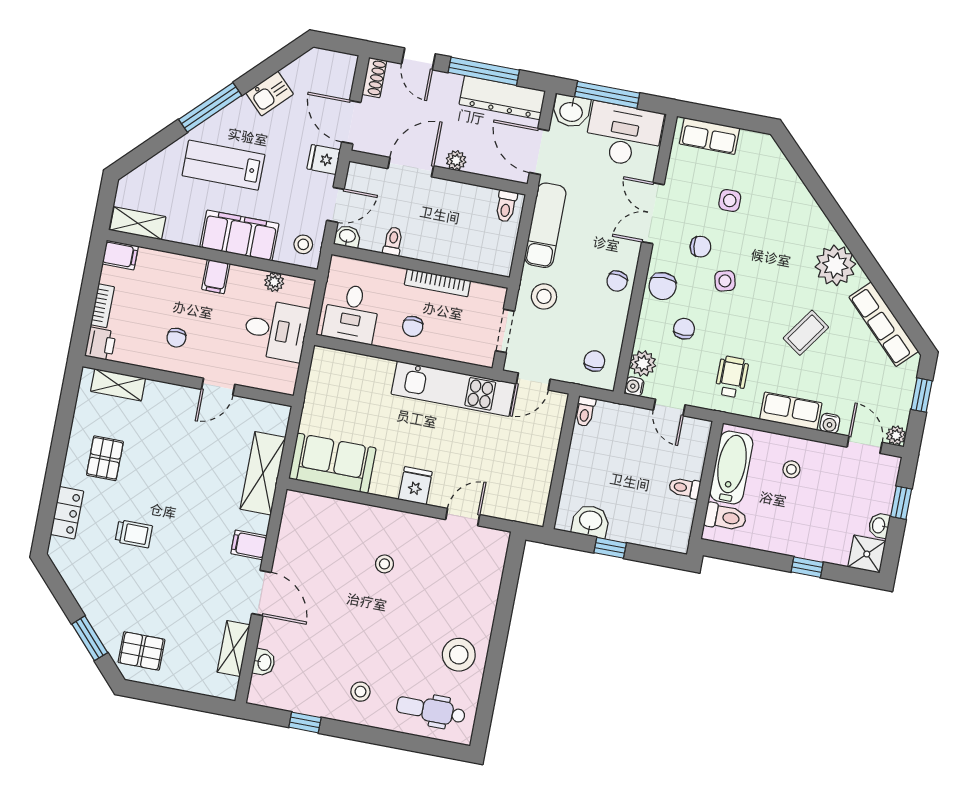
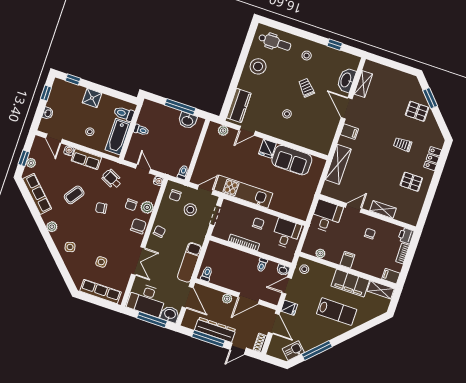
door: (418, 59) -> (238, 349), swing flipped
kitchen sink: (270, 93) -> (293, 351), moved
dresser: (502, 98) -> (215, 330), moved
window: (210, 107) -> (317, 350), moved
row of seats: (710, 136) -> (100, 292), width x1.48
filing cabinet: (239, 235) -> (350, 283), moved
chair: (700, 247) -> (101, 208), moved
plant: (835, 265) -> (52, 227), width x0.53, depth x0.53
side table: (725, 281) -> (70, 247), moved
stool: (544, 296) -> (190, 210), moved
desk: (276, 330) -> (327, 216), moved, turned 90
plant: (643, 363) -> (147, 207), moved
wheelchair: (732, 377) -> (112, 179), turned 116
shelving: (118, 385) -> (383, 209), moved
plant: (896, 435) -> (31, 163), moved
pallet: (105, 458) -> (411, 182), turned 90
sofa: (332, 463) -> (292, 160), moved
window: (901, 503) -> (46, 93), moved
plant: (513, 511) -> (223, 131), added
washbasin: (879, 525) -> (48, 113), moved
window: (610, 548) -> (180, 107), width x2.17
shower: (867, 554) -> (92, 98), moved
kitchen counter: (488, 567) -> (239, 106), added
window: (807, 567) -> (73, 79), moved
trolley: (351, 624) -> (306, 88), added
pallet: (142, 651) -> (417, 111), moved
washbasin: (264, 662) -> (346, 80), width x1.91, depth x1.45

